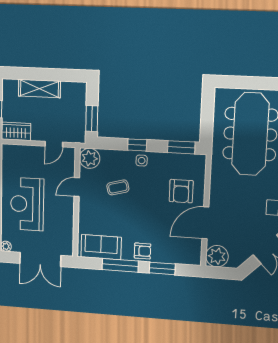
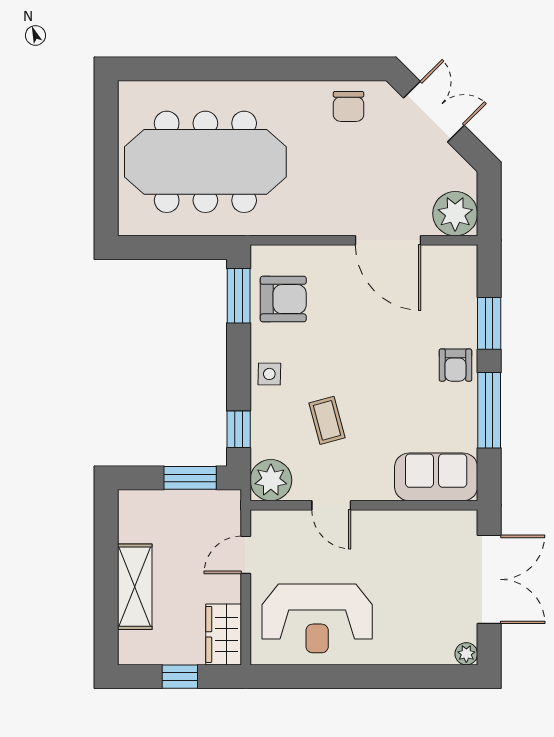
door: (54, 144) -> (246, 555), swing flipped
window: (137, 145) -> (239, 429), moved
armchair: (181, 191) -> (283, 299), moved
reception desk: (27, 204) -> (317, 618), moved
sofa: (101, 247) -> (436, 477), moved, turned 90
armchair: (143, 251) -> (455, 365), turned 180

